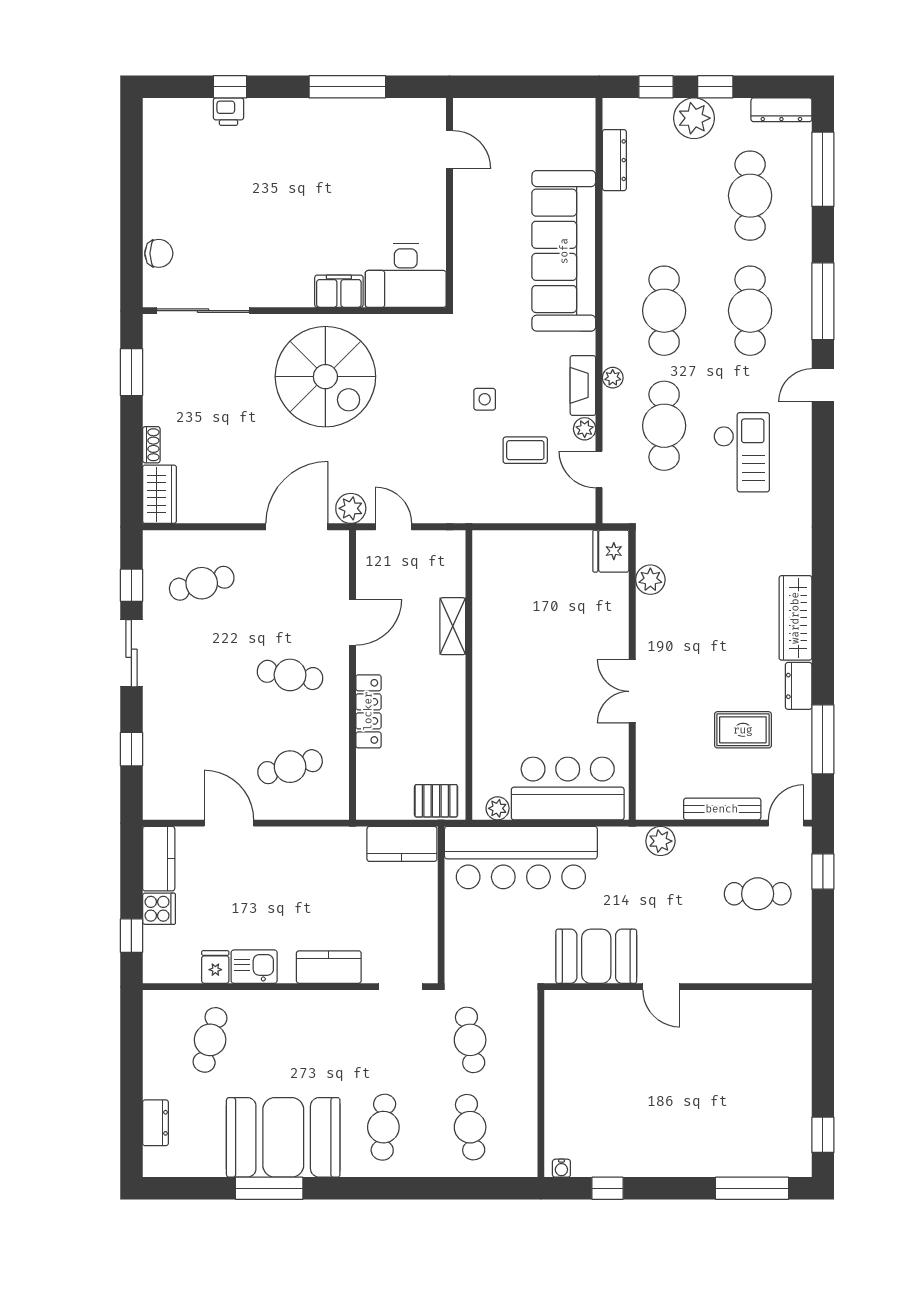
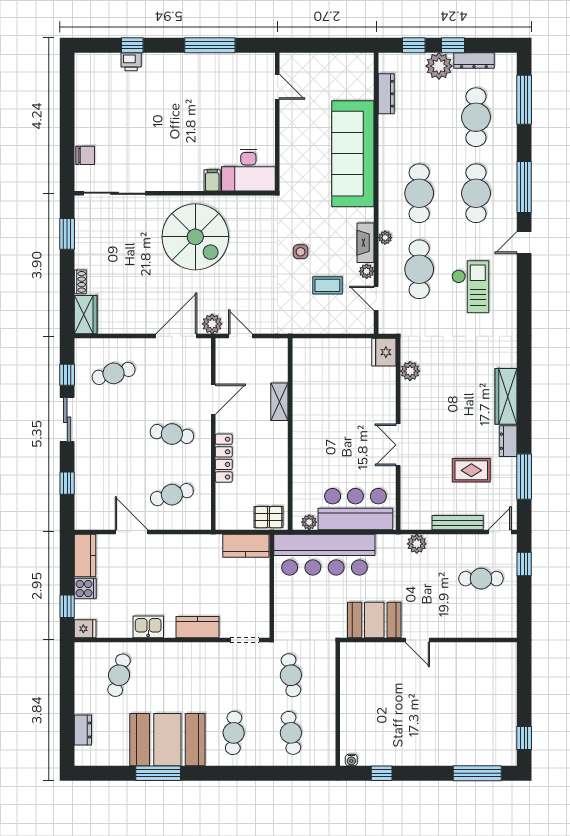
dresser: (781, 110) -> (474, 60), moved
filing cabinet: (339, 291) -> (212, 180), width x0.50
fridge: (215, 967) -> (85, 629), moved, turned 90

